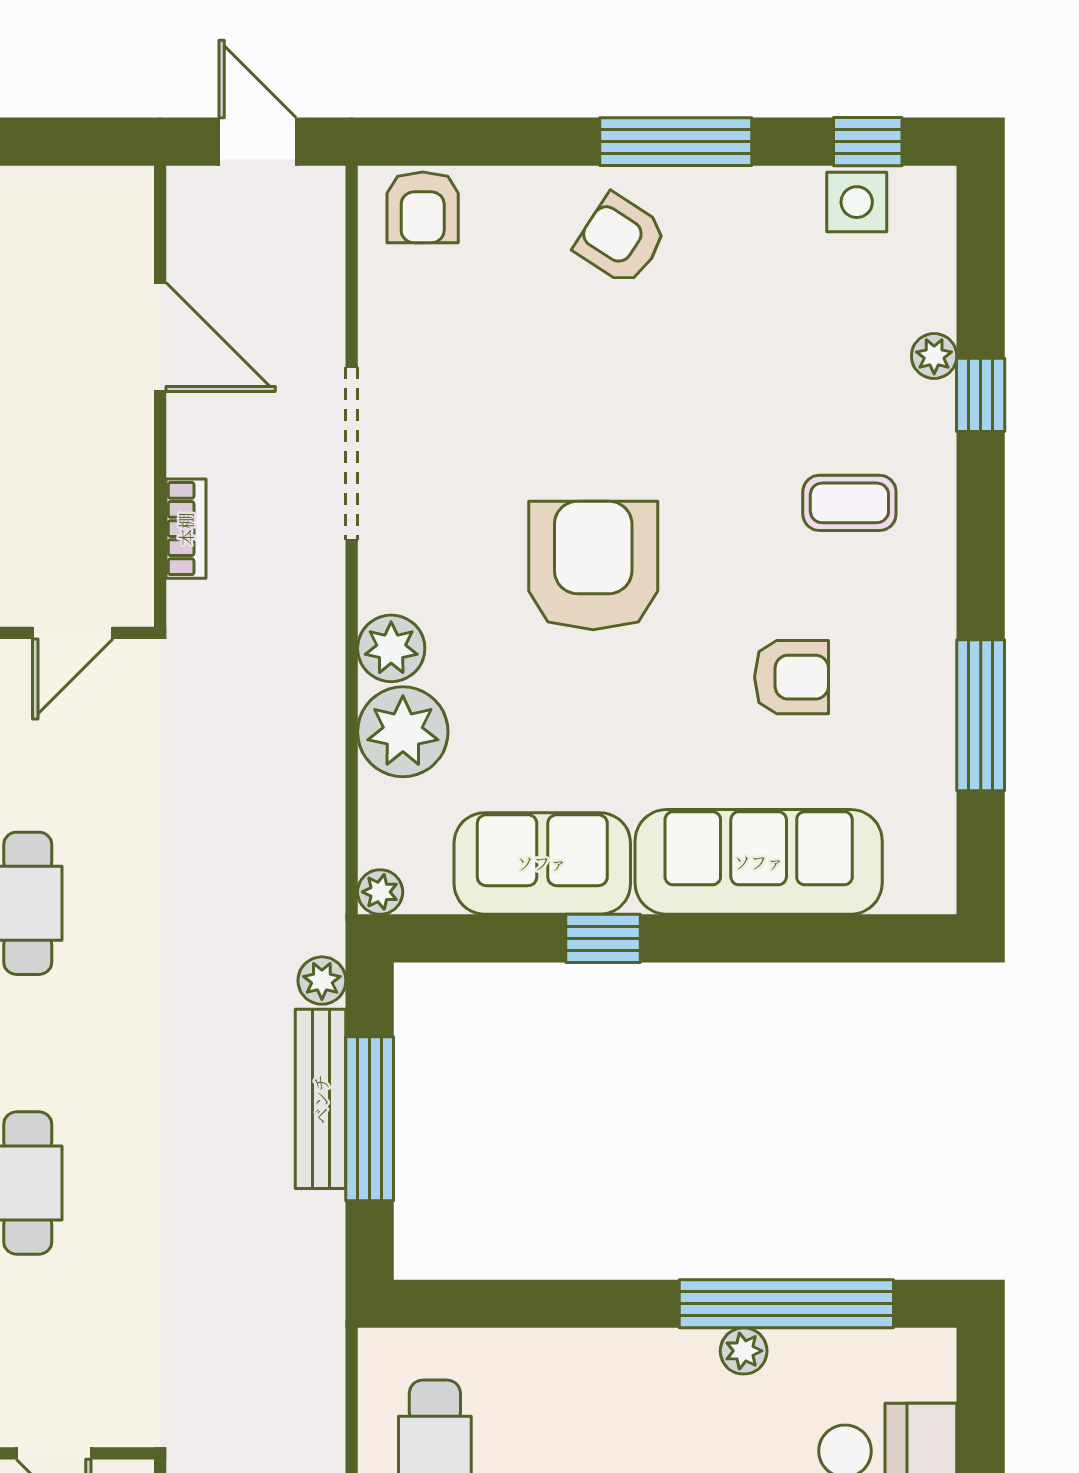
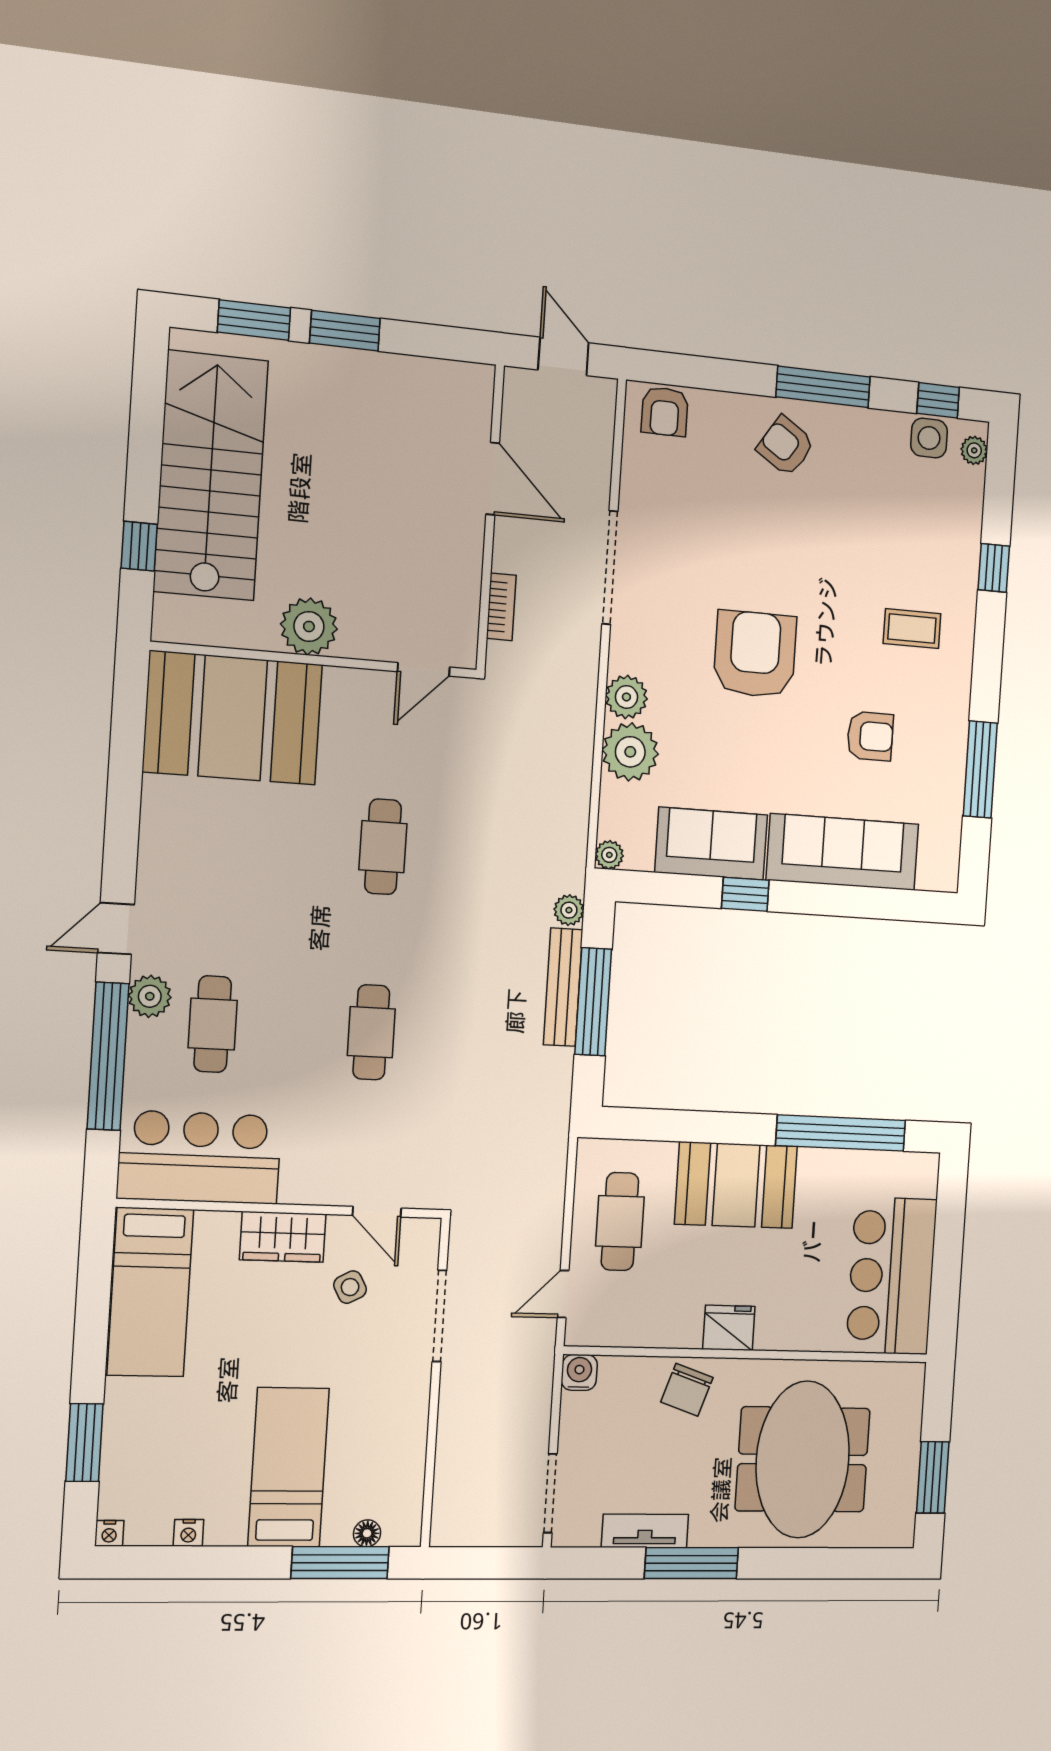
plant: (934, 356) -> (974, 450), moved
plant: (744, 1351) -> (813, 1162), removed
booth: (619, 1392) -> (736, 1185), added

